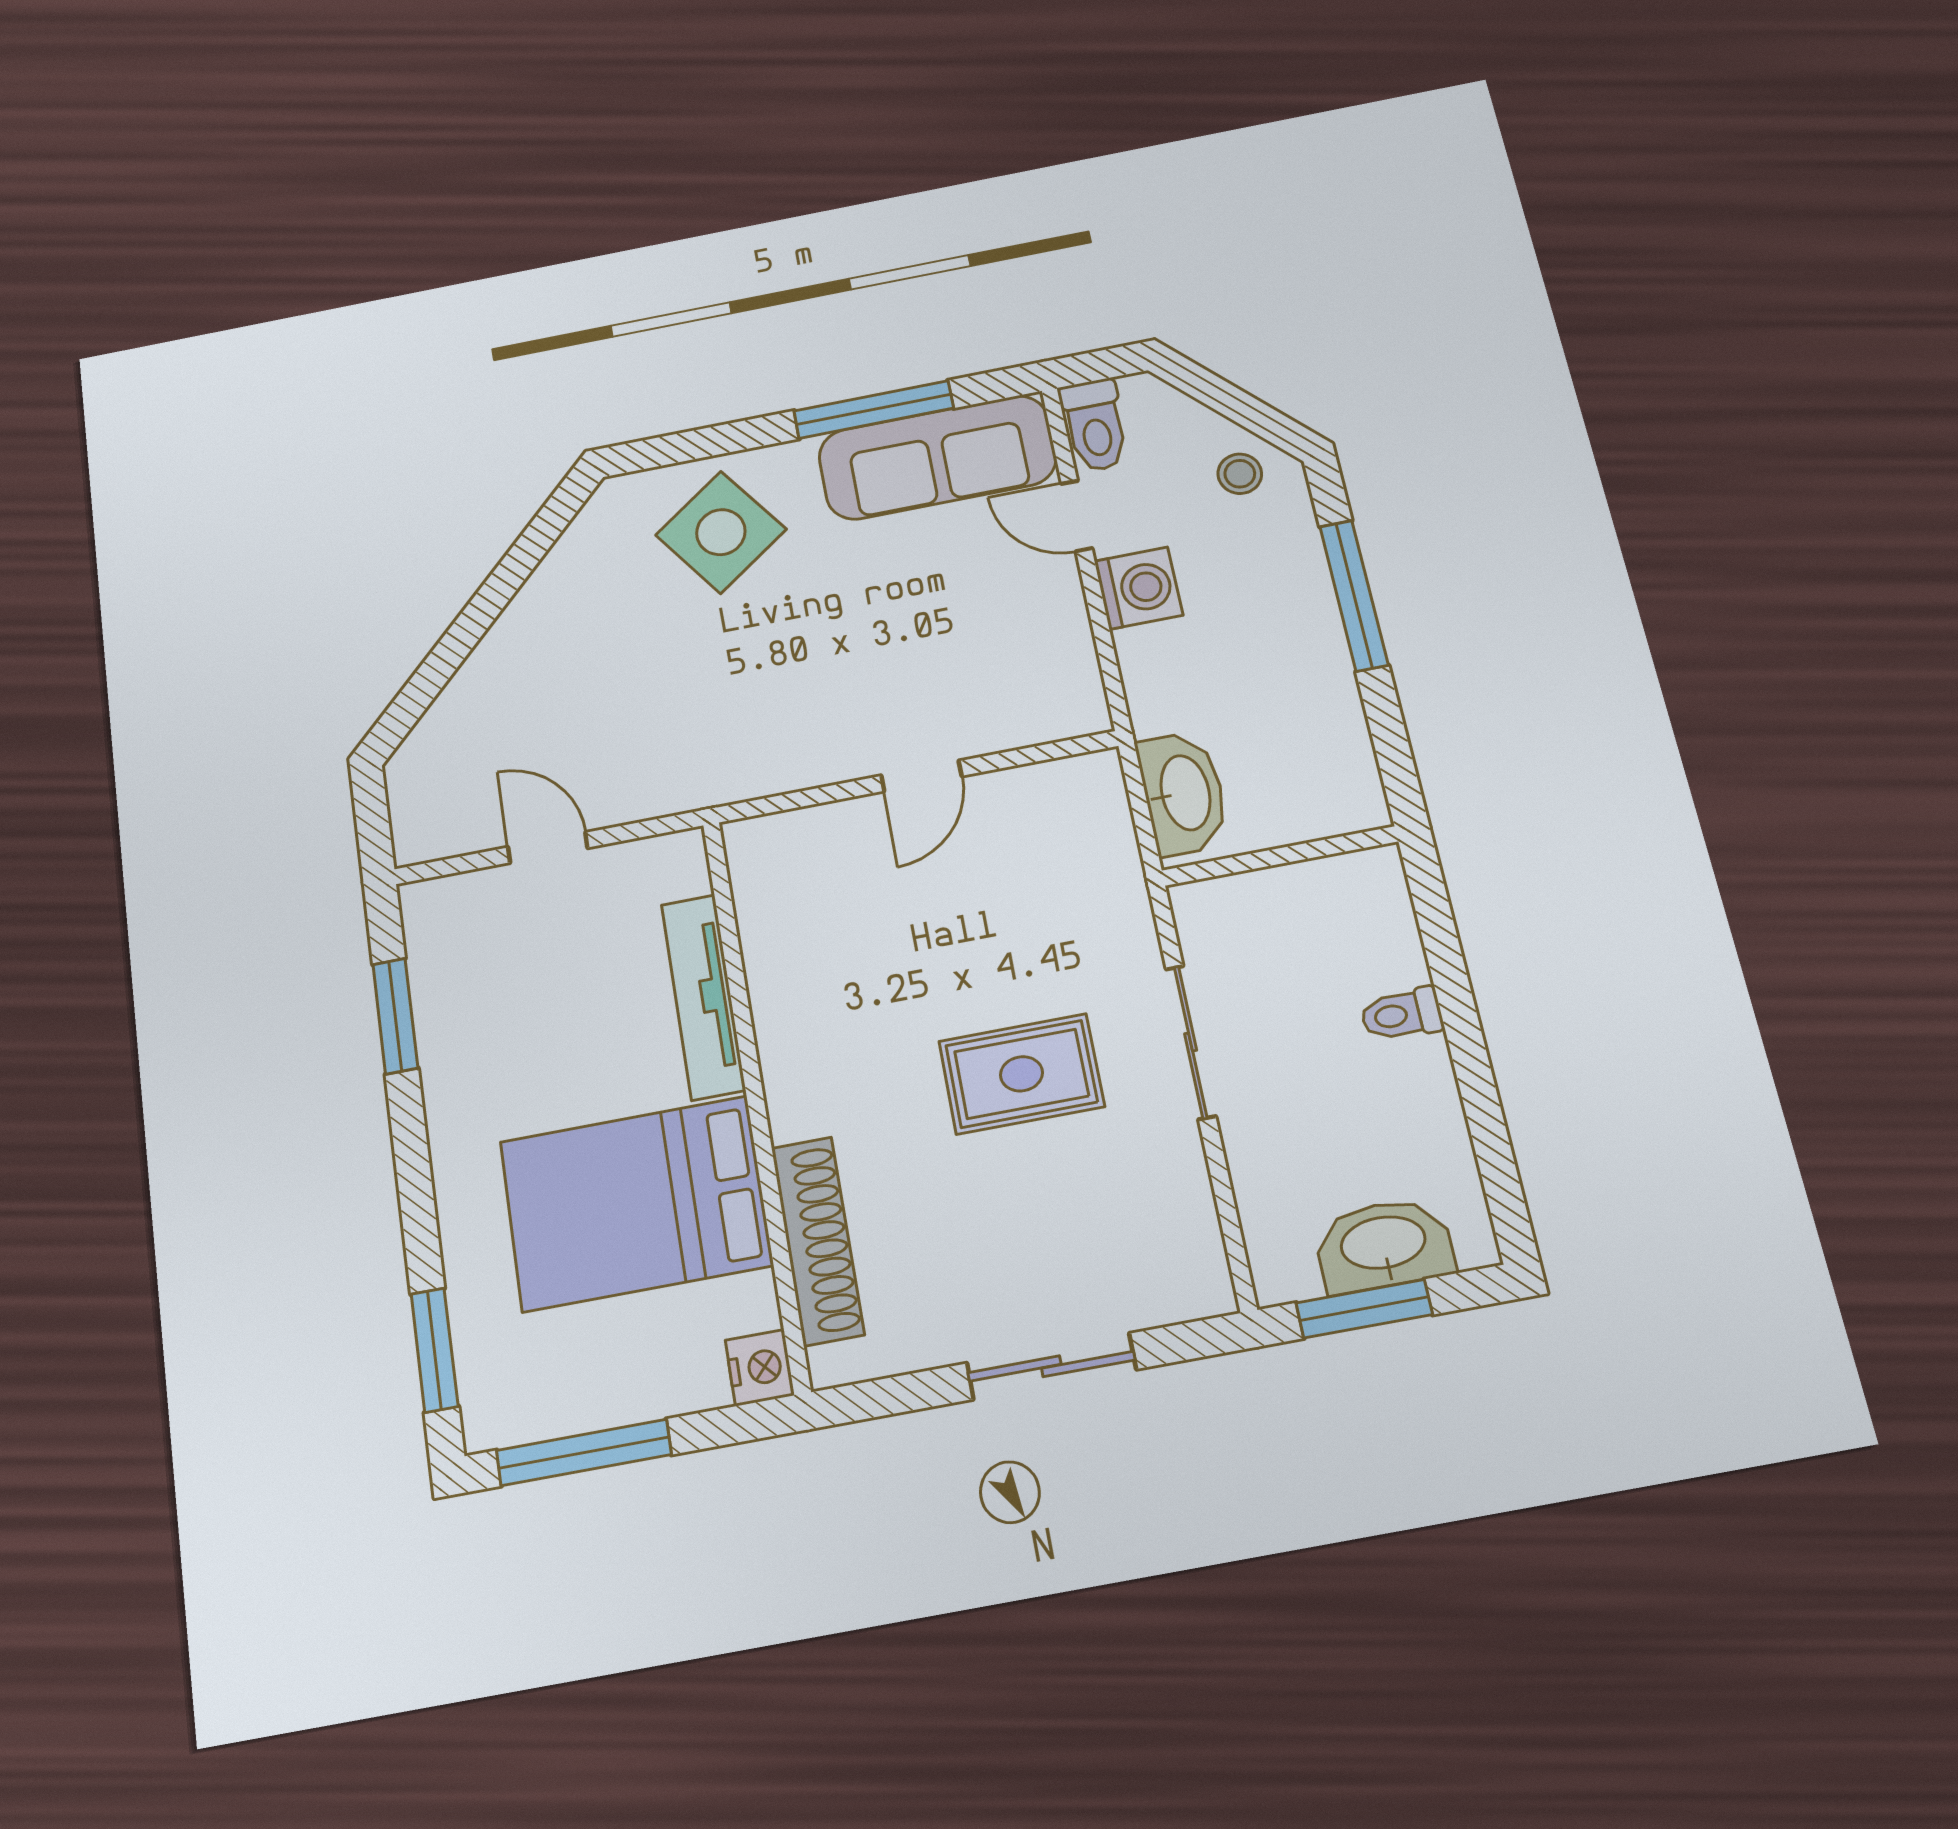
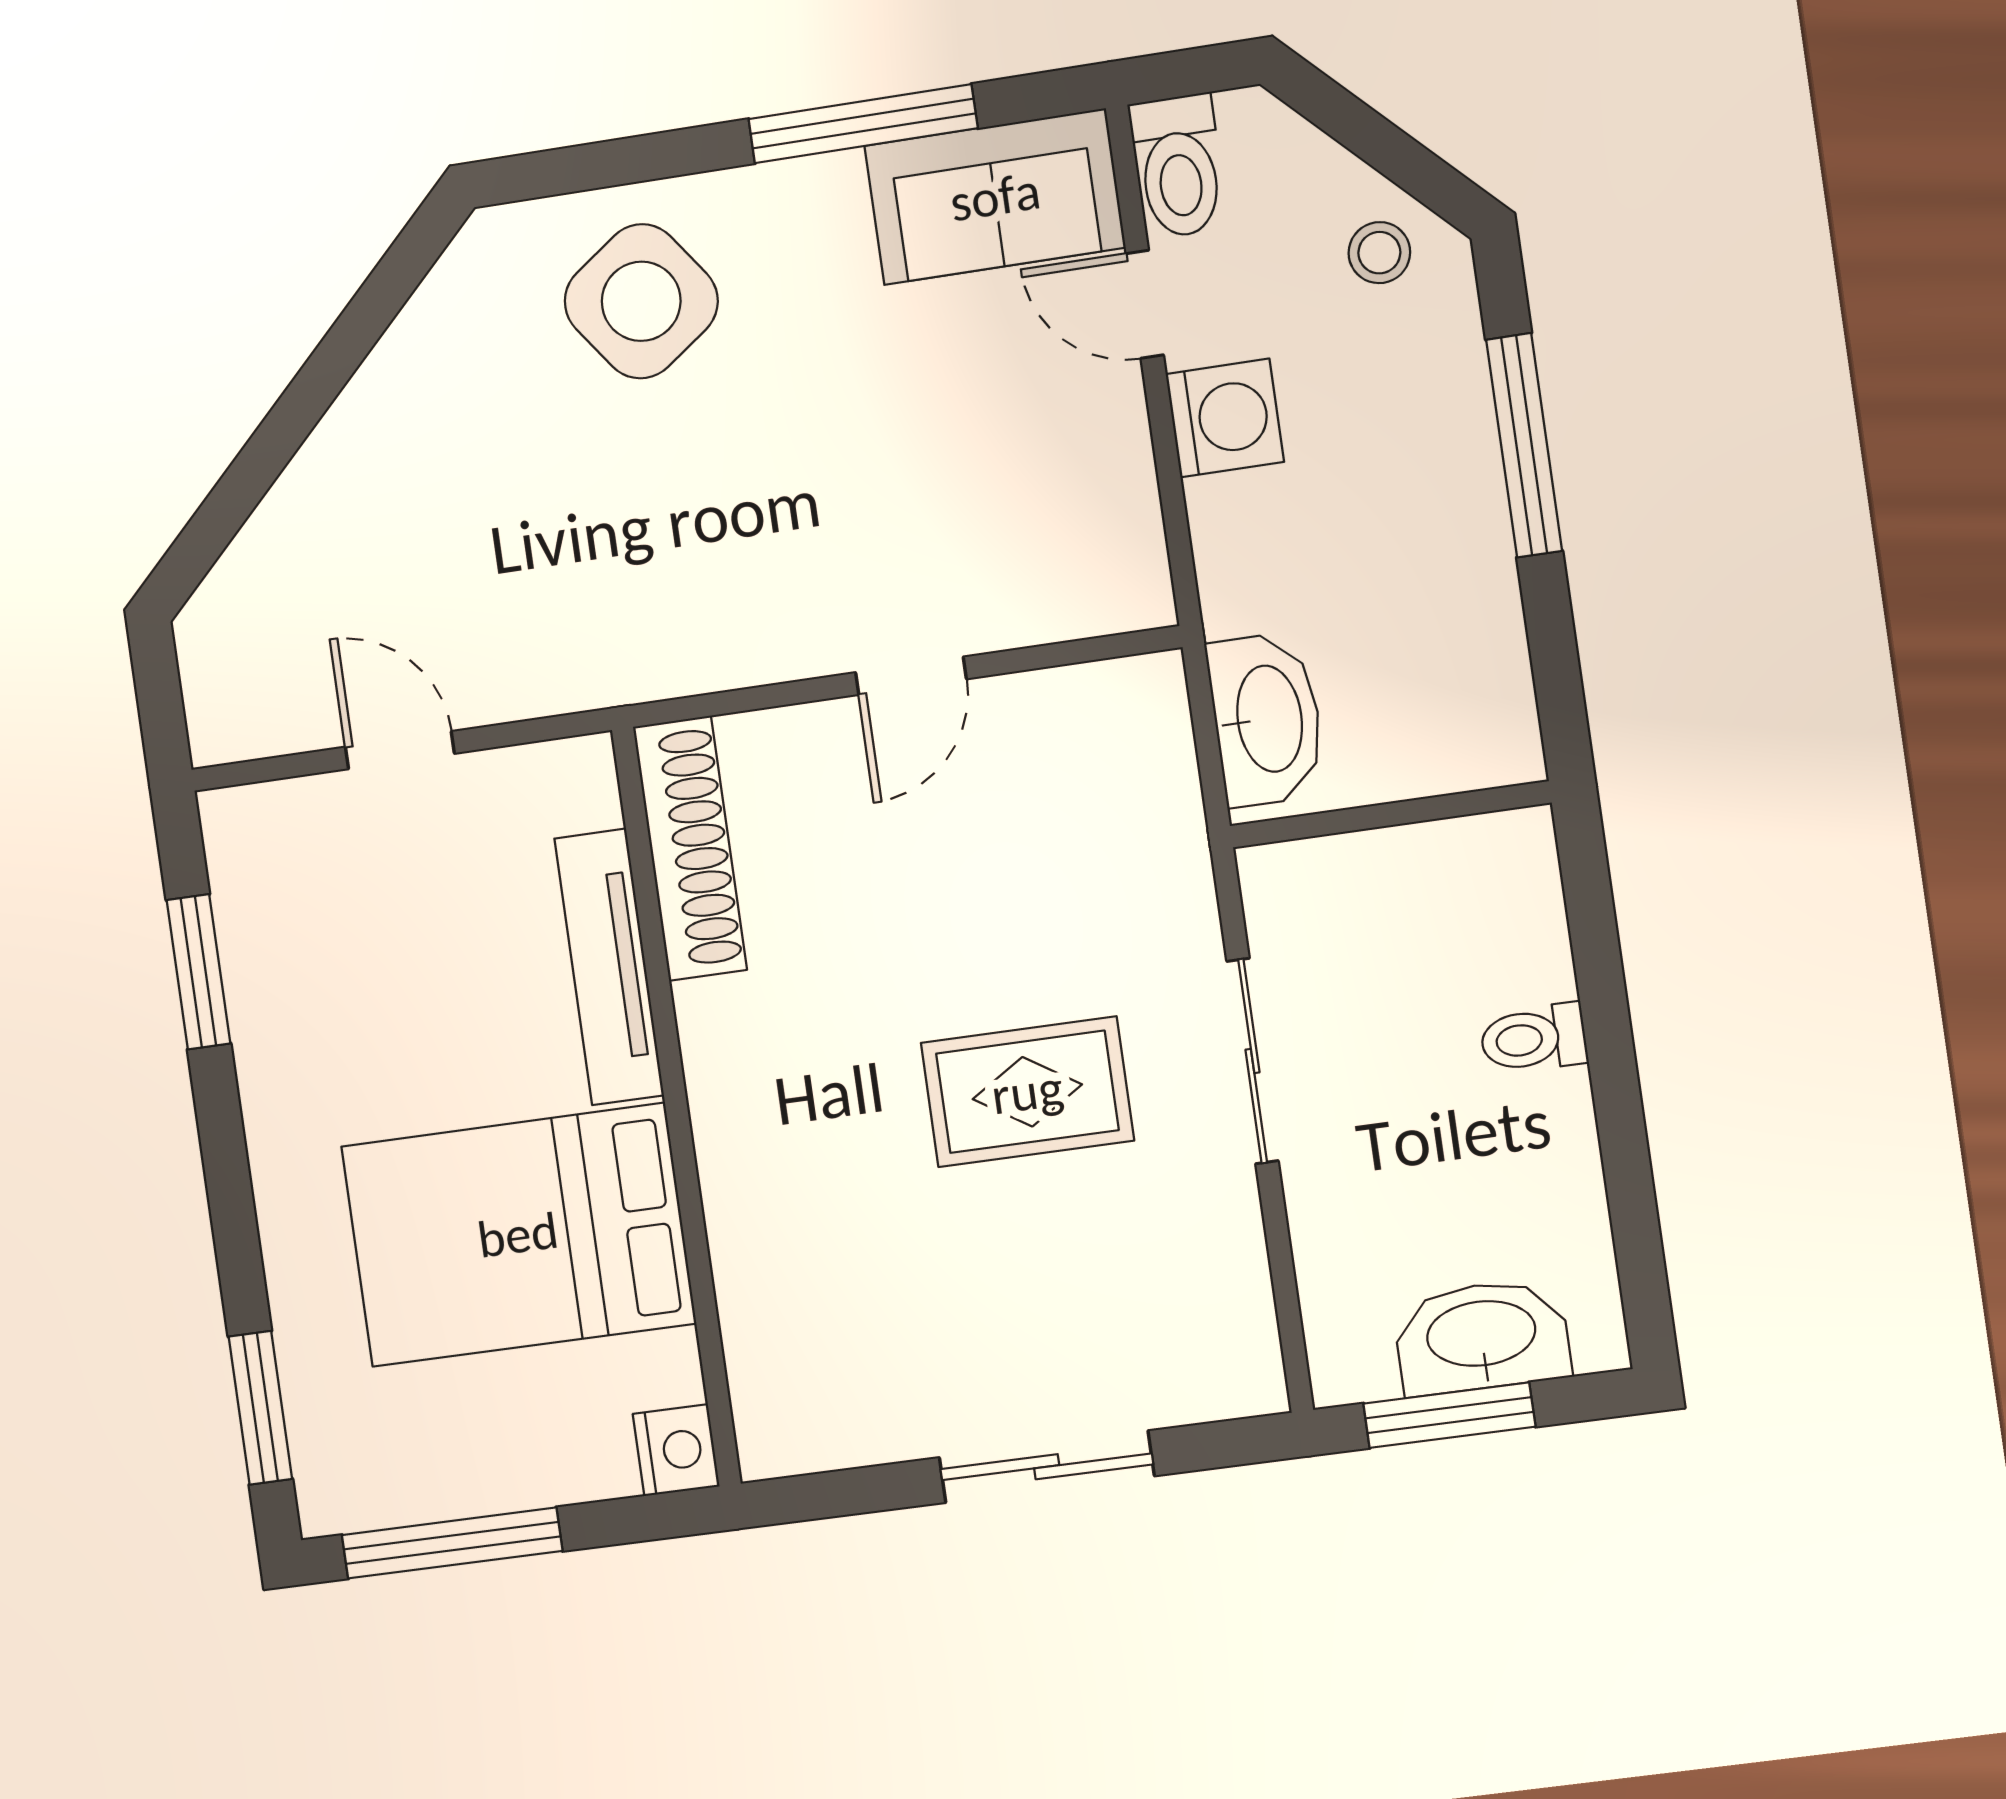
sofa: (937, 457) -> (995, 197), width x0.73
shoe rack: (817, 1241) -> (690, 848), moved

